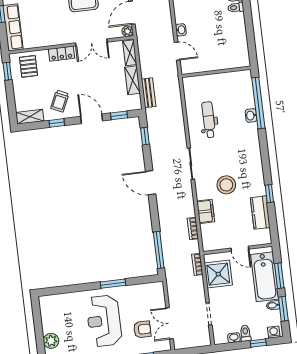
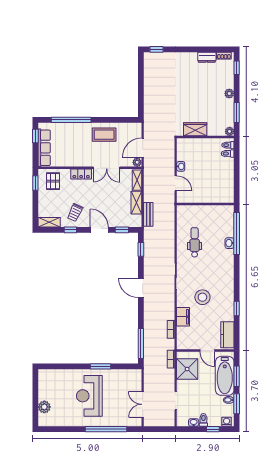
kitchen counter: (260, 213) -> (227, 335), moved
armchair: (142, 329) -> (120, 407), removed

